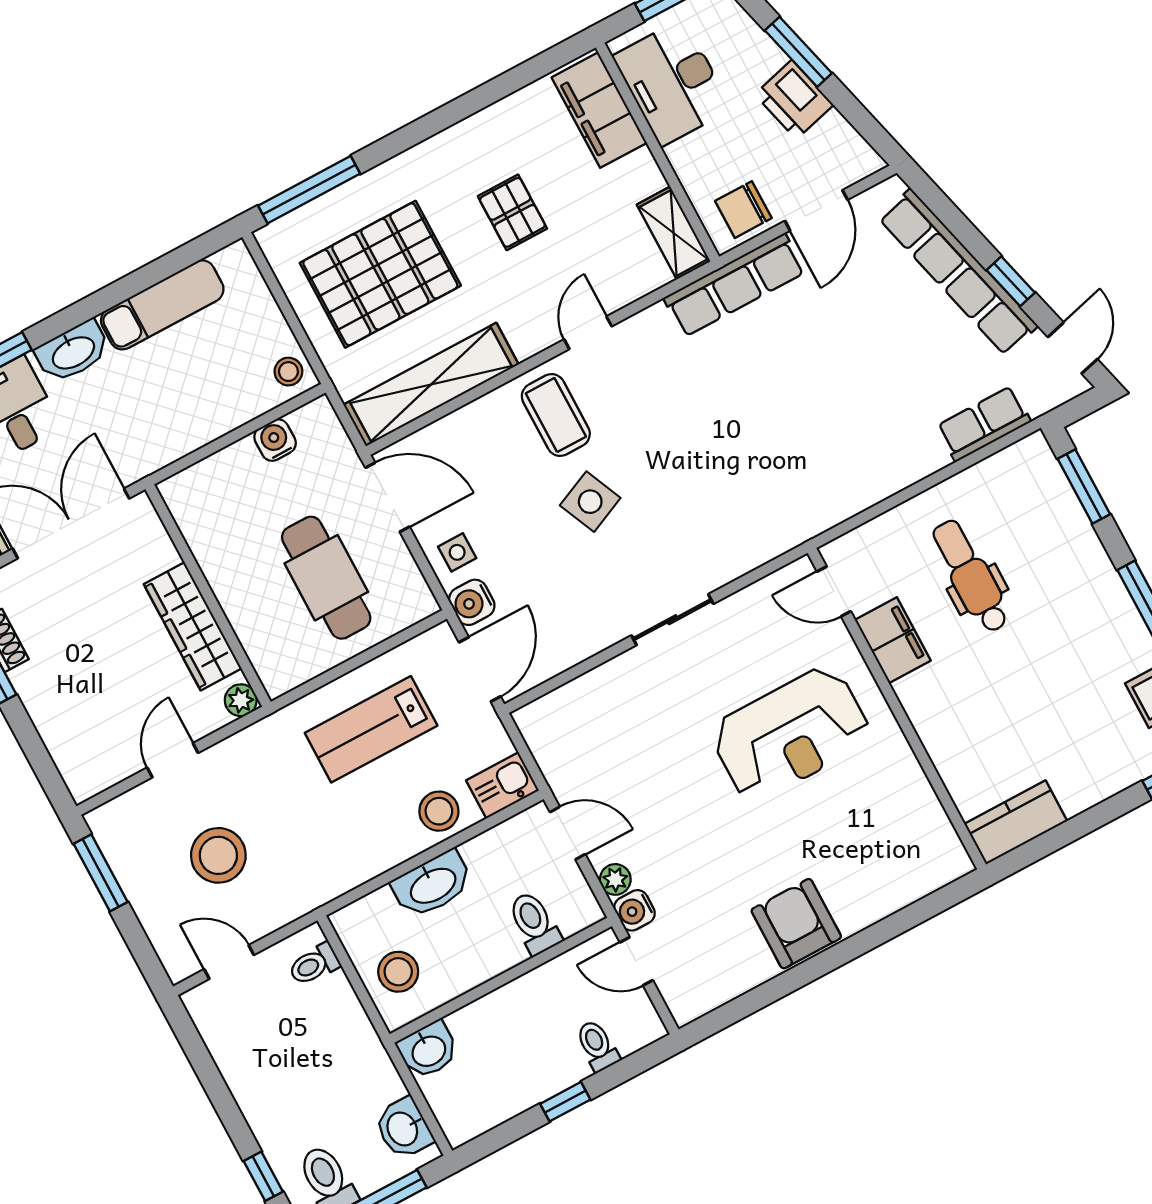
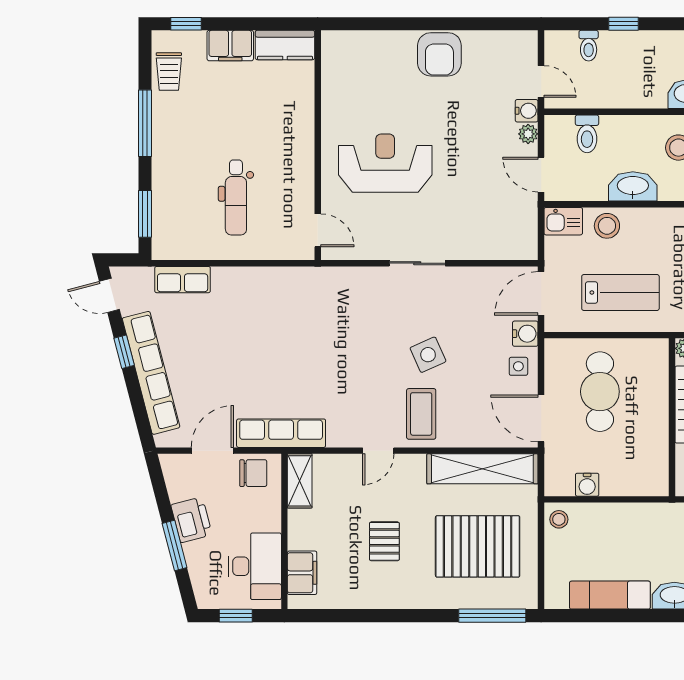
filing cabinet: (599, 110) -> (302, 573), width x0.67, depth x0.86
door: (1073, 348) -> (109, 295), hinge flipped
filing cabinet: (893, 640) -> (230, 46), moved, turned -90

